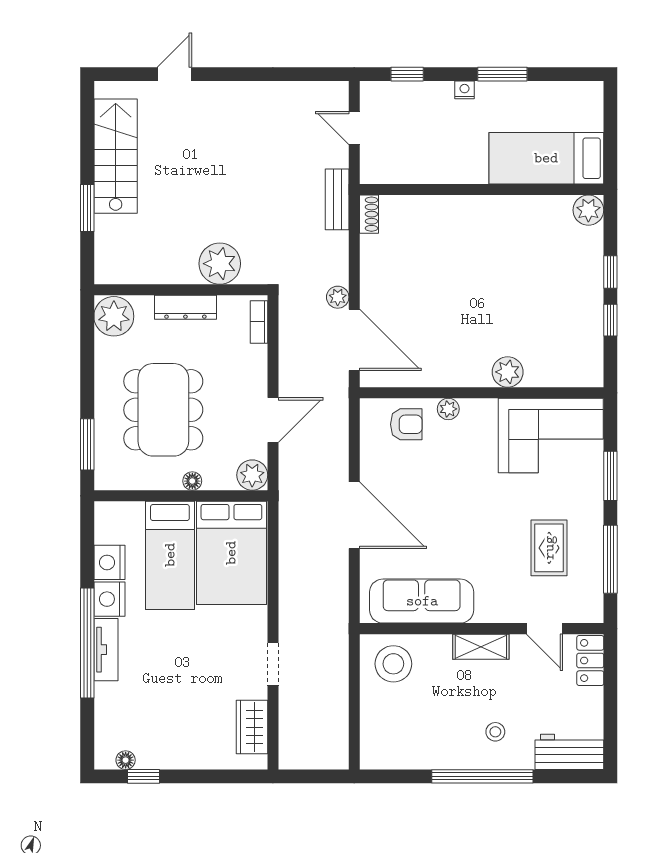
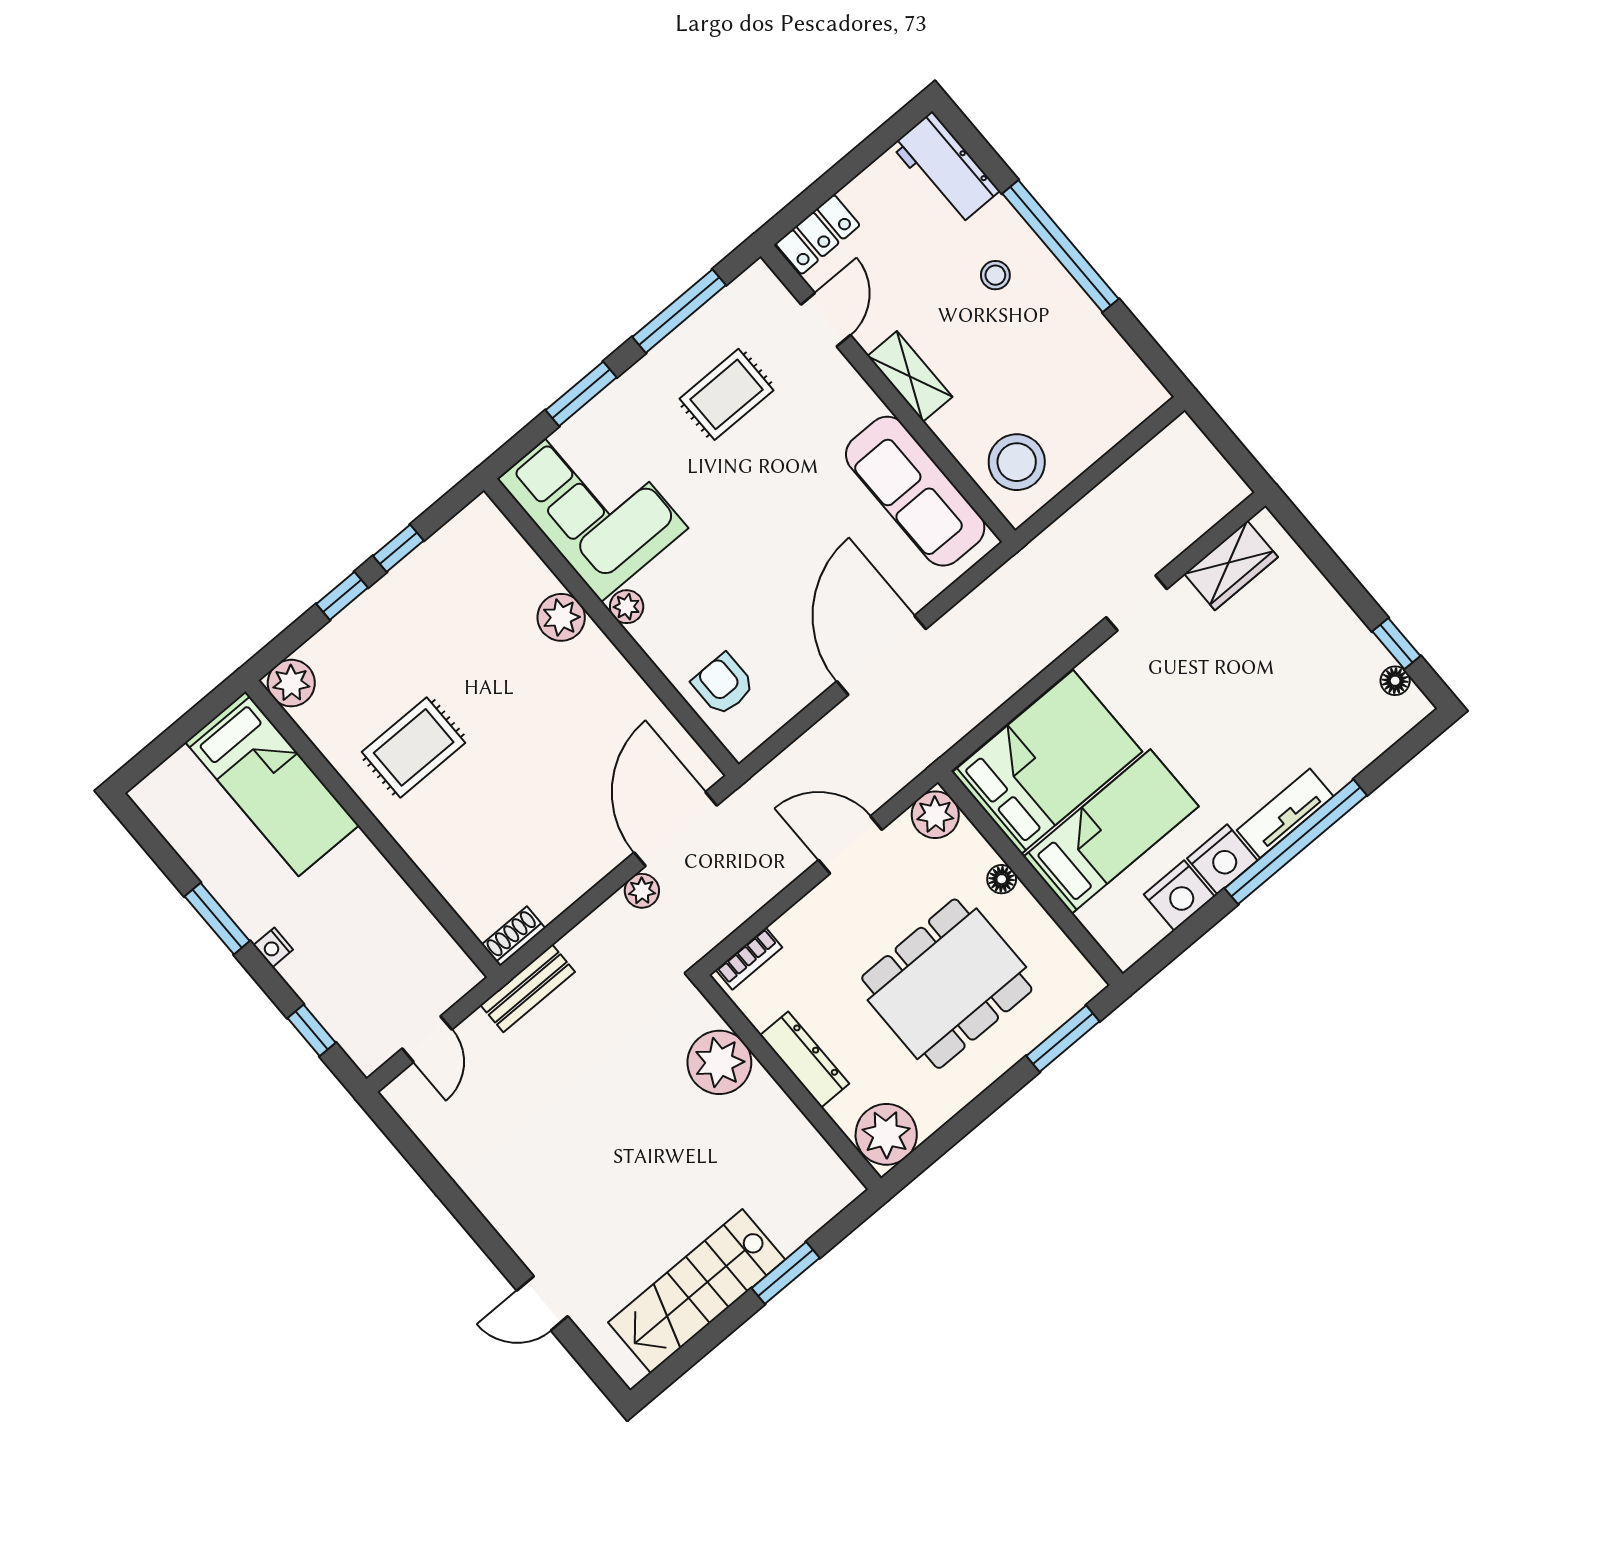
rug: (505, 244) -> (414, 747), added
plant: (448, 409) -> (627, 607), moved

